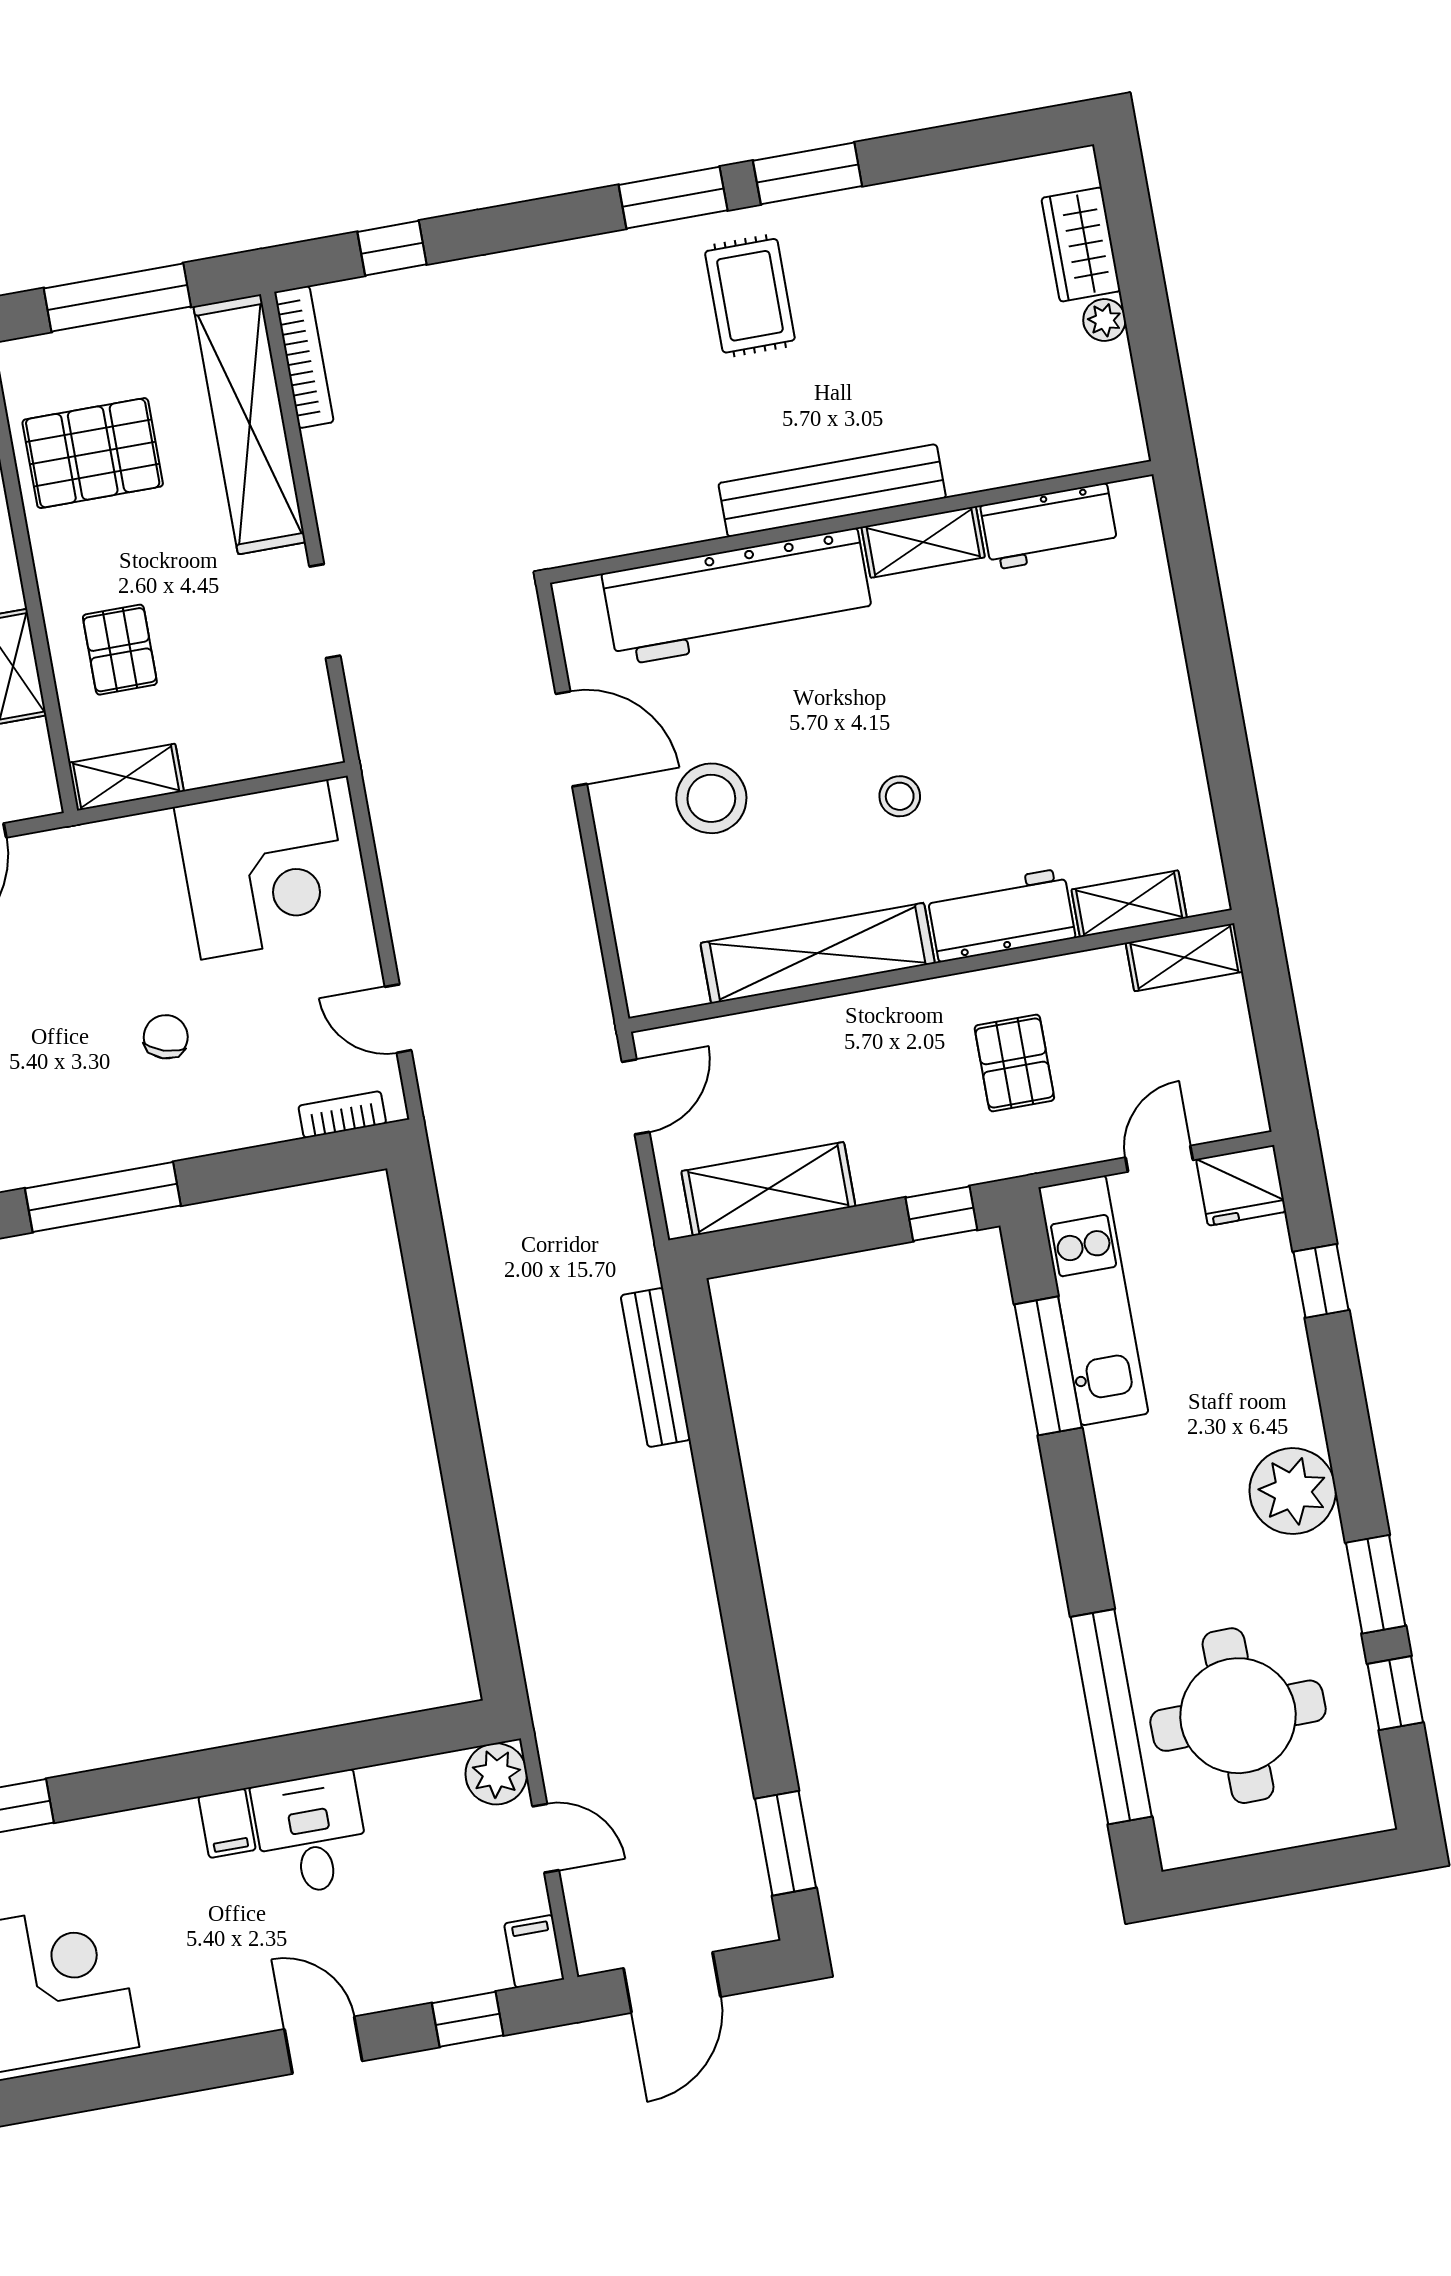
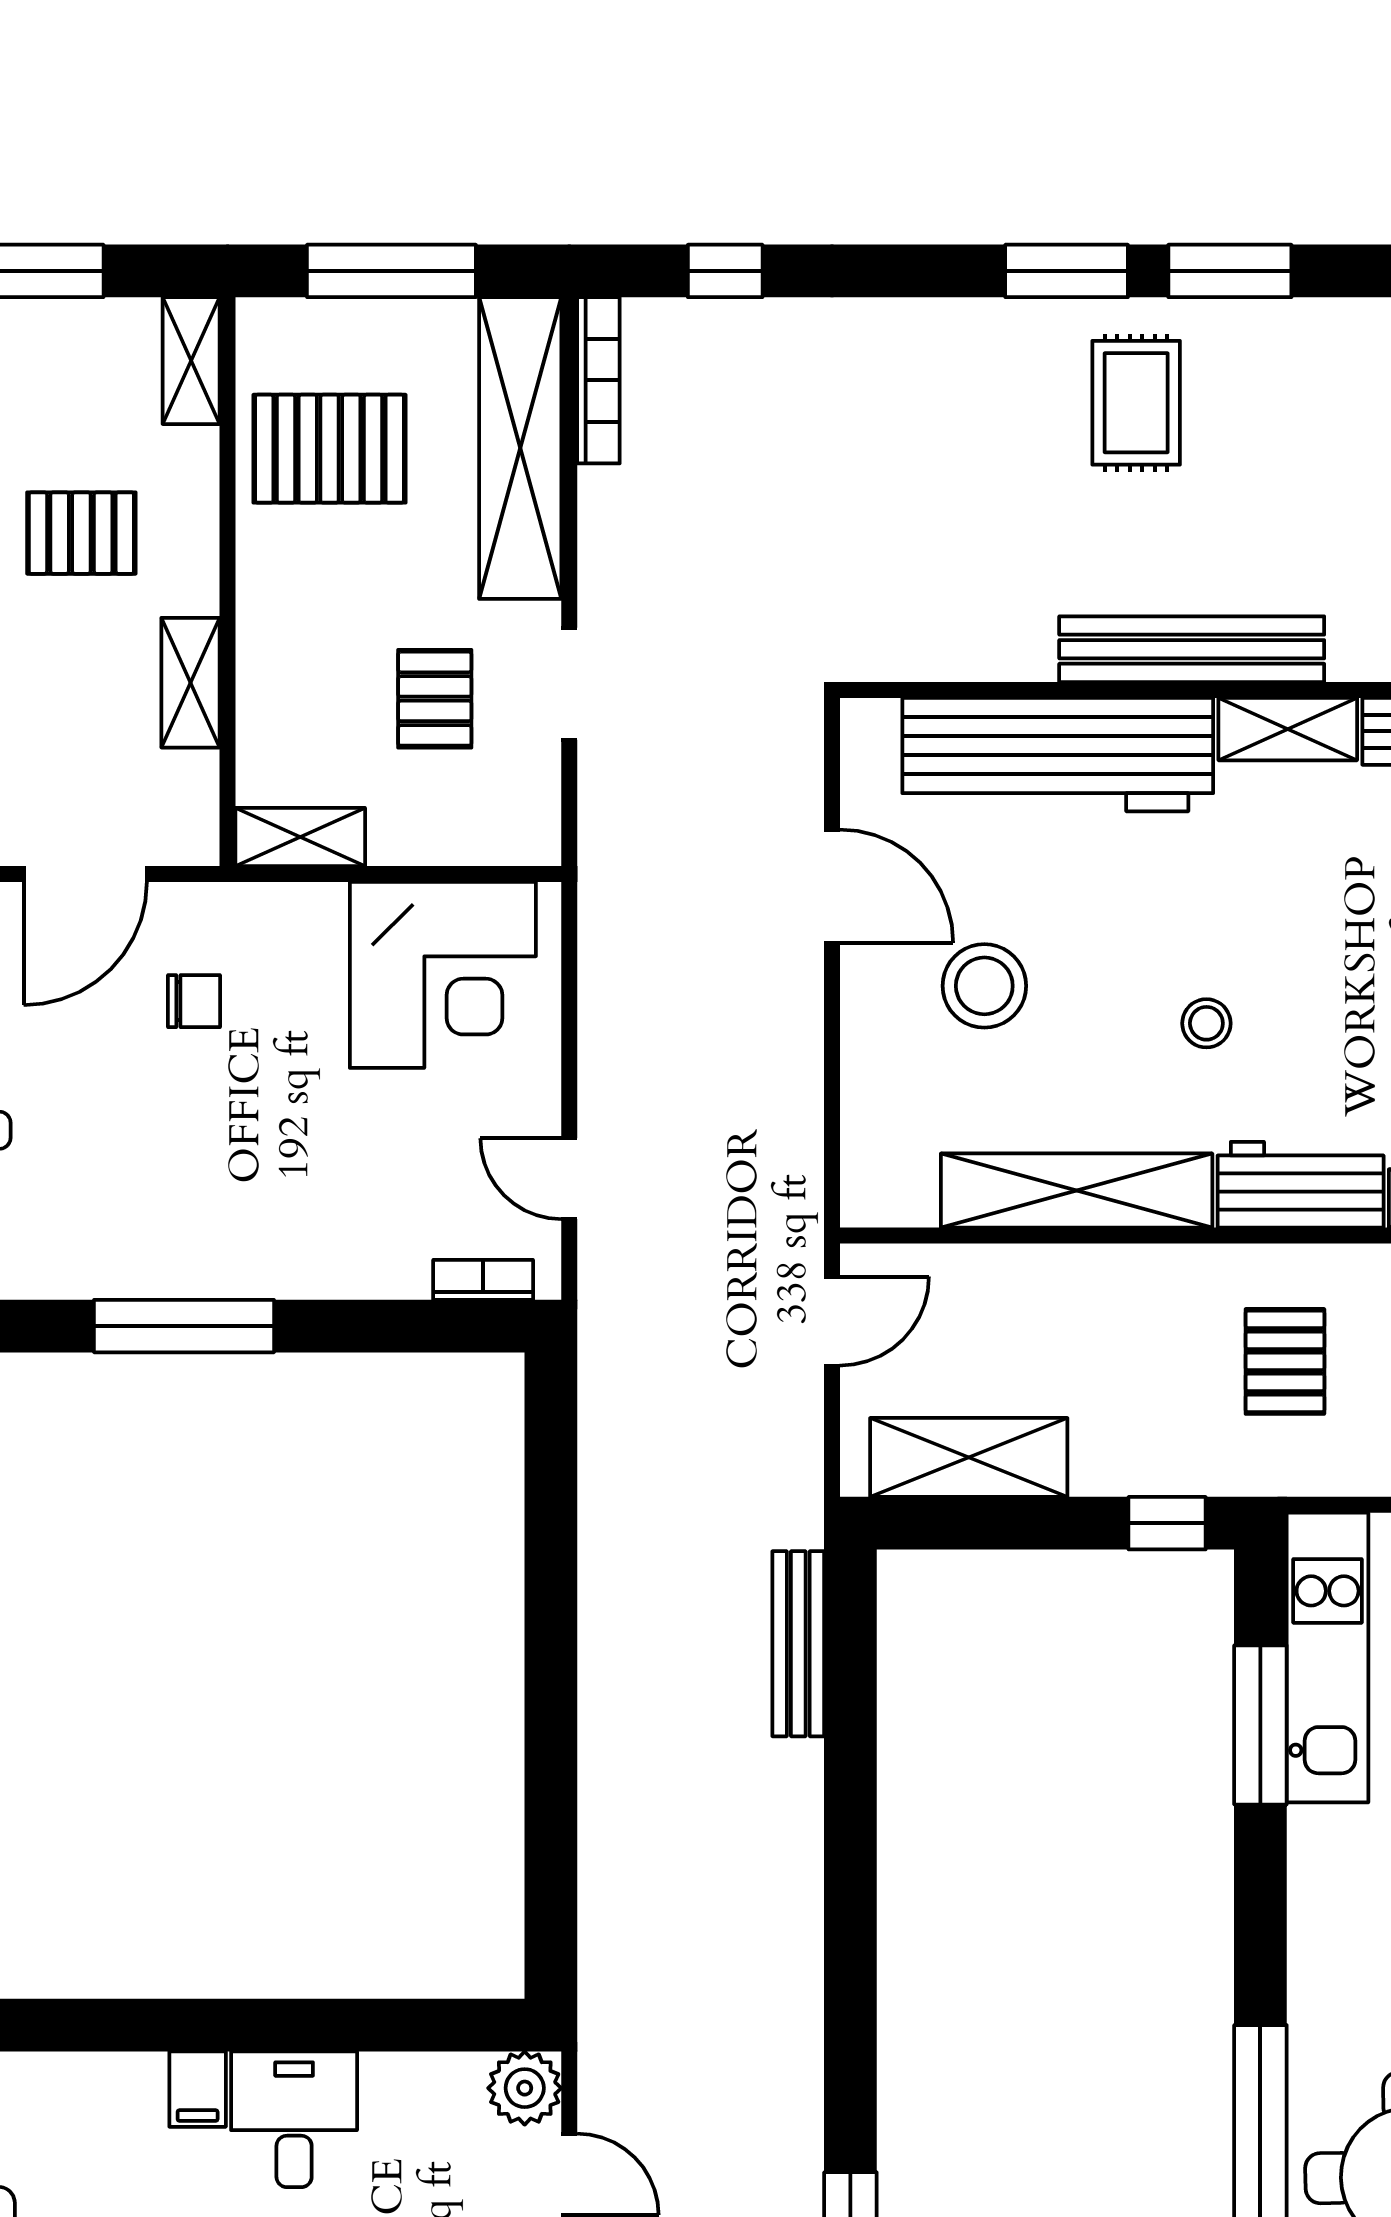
pallet: (120, 650) -> (435, 699), moved
chair: (166, 1037) -> (194, 1001), moved, turned 72

